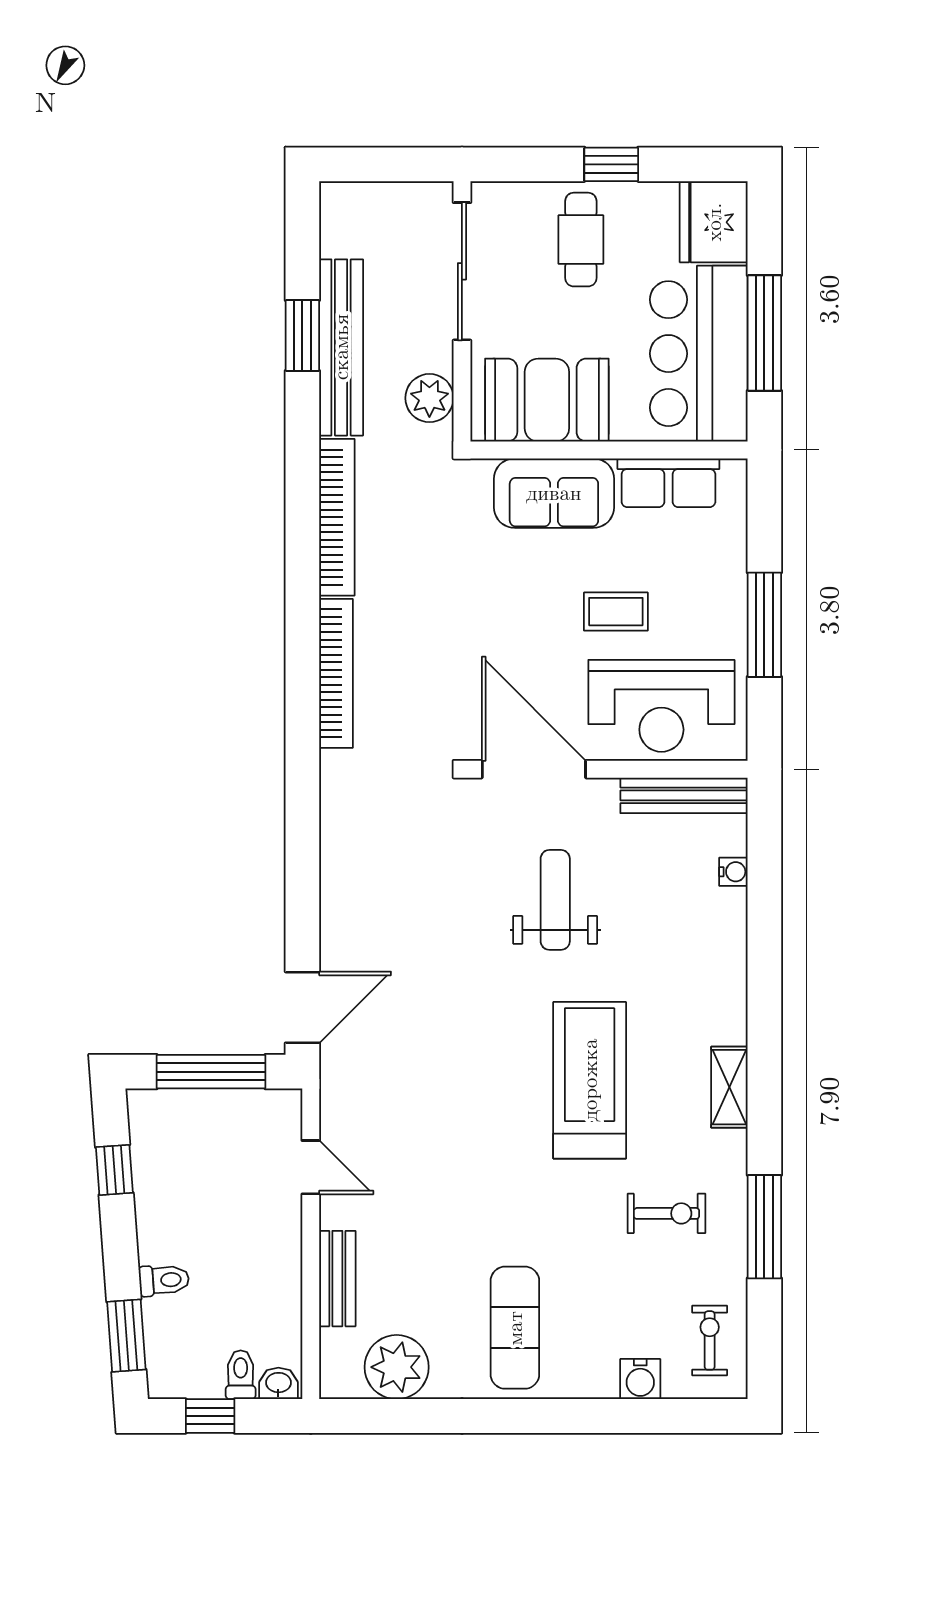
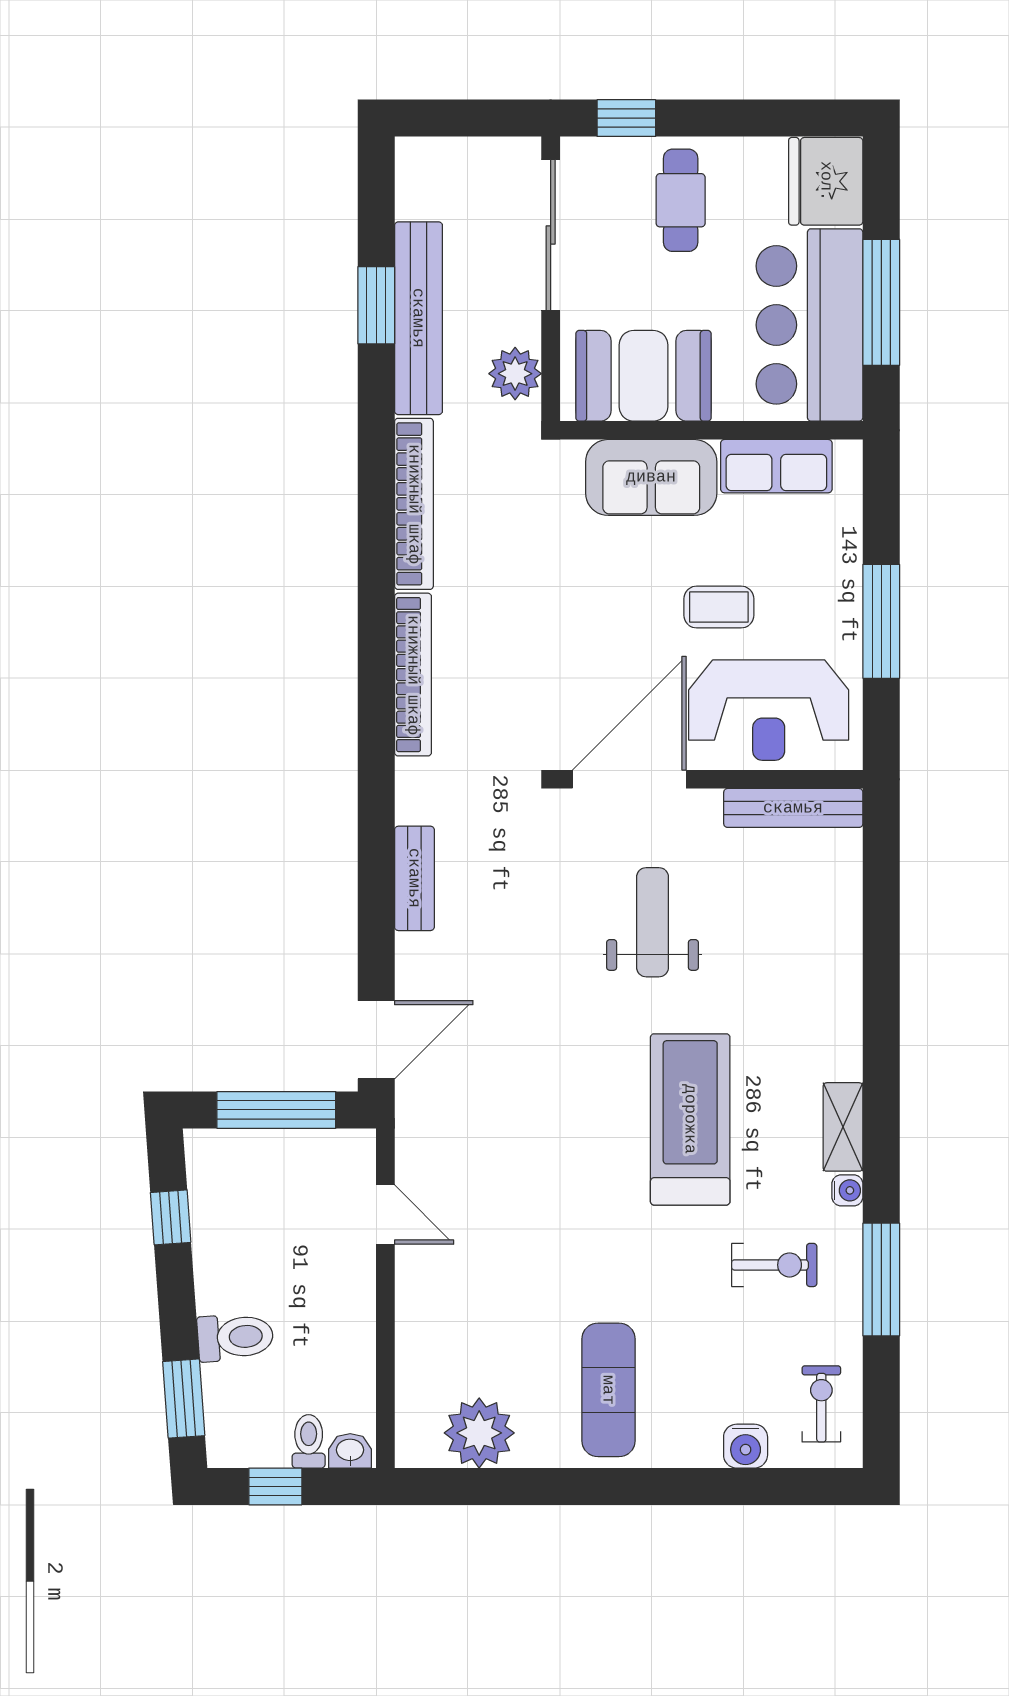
window: (611, 164) -> (626, 118), moved
door: (534, 769) -> (629, 779), hinge flipped
water cooler: (733, 872) -> (847, 1190), moved
bench: (337, 1279) -> (414, 878), moved
toilet: (164, 1280) -> (235, 1337), width x1.37, depth x1.39

